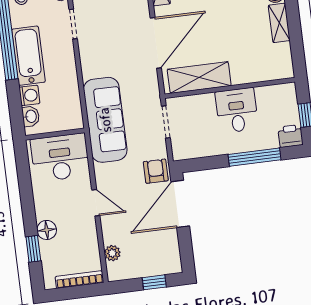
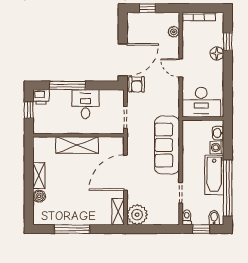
shelving: (199, 77) -> (77, 145), moved
desk: (237, 110) -> (85, 104), moved, turned 180
sofa: (105, 120) -> (167, 145), moved

